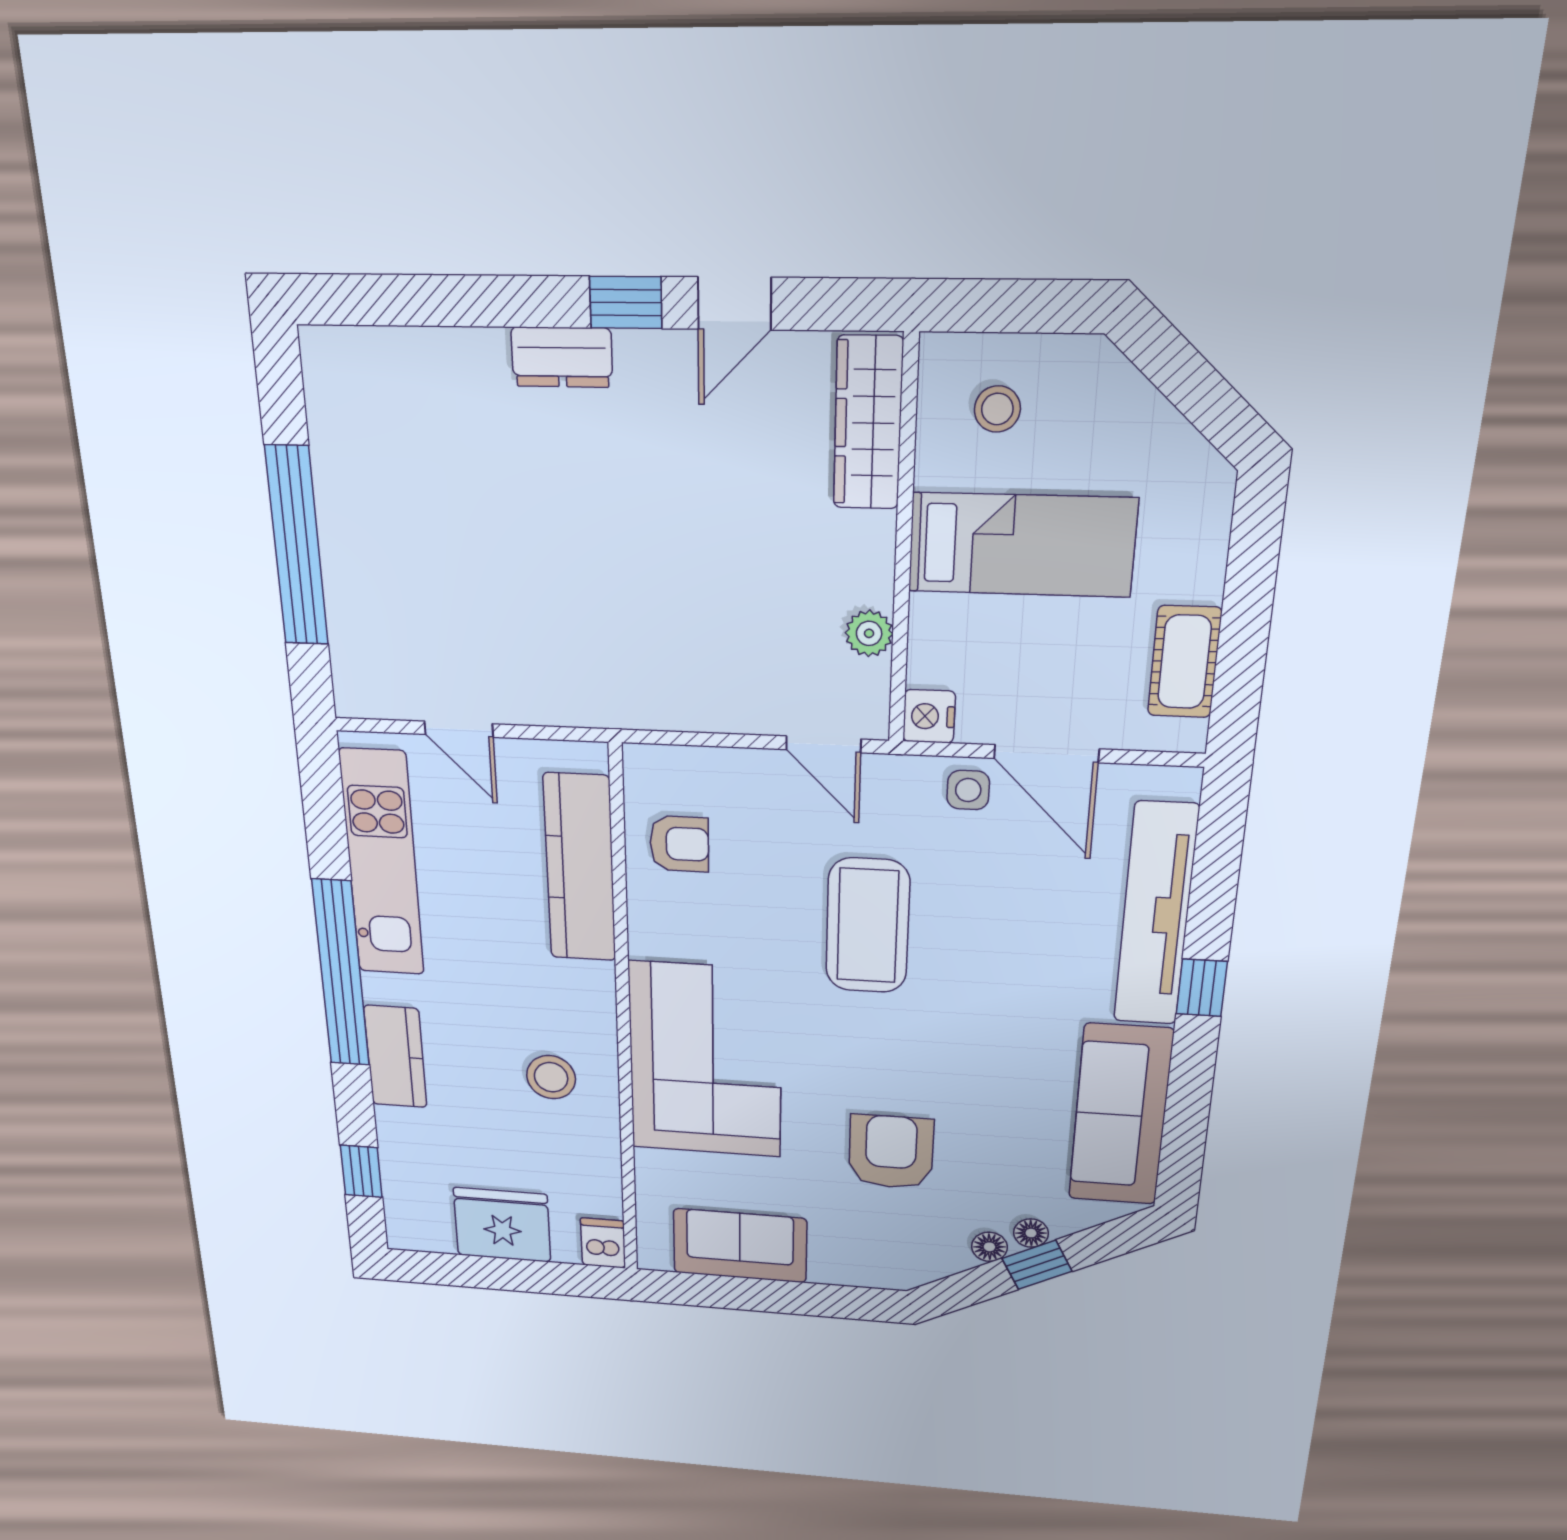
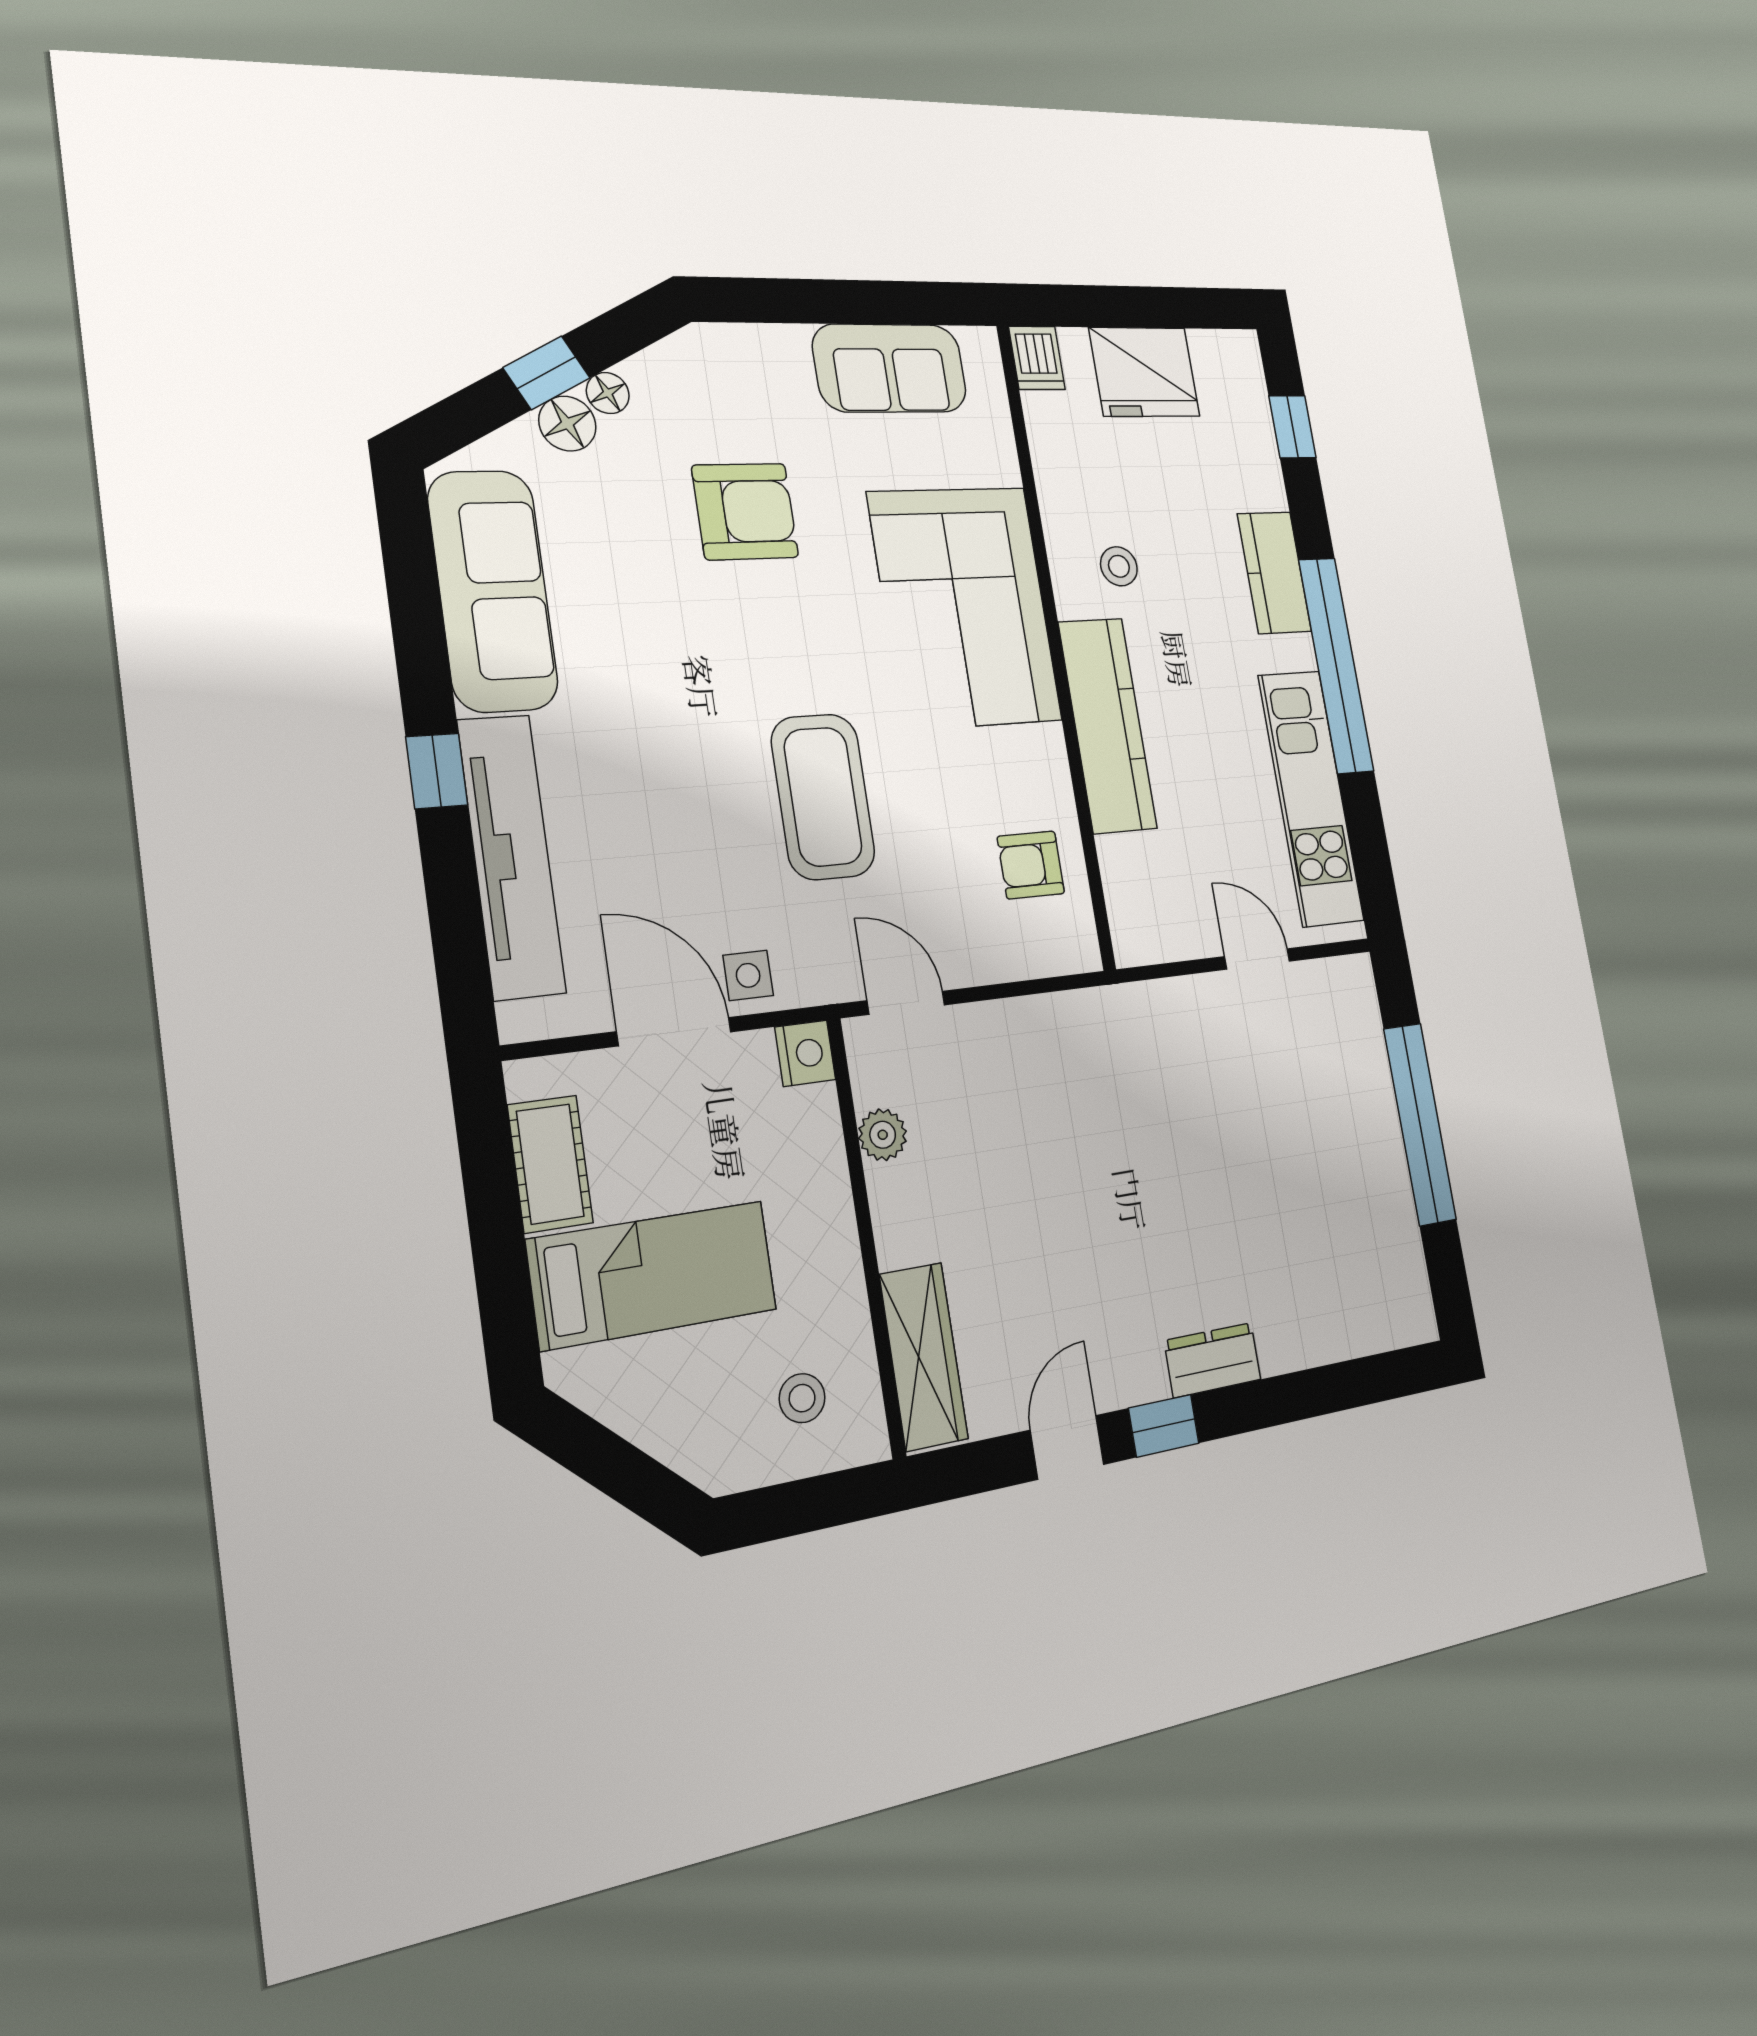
bed: (1022, 545) -> (653, 1275), moved, turned 180
kitchen counter: (580, 868) -> (1108, 725), moved
stool: (551, 1077) -> (1119, 566), width x0.73, depth x0.73
armchair: (891, 1152) -> (745, 511), turned -90
floor lamp: (1031, 1233) -> (567, 424), width x1.37, depth x1.37

